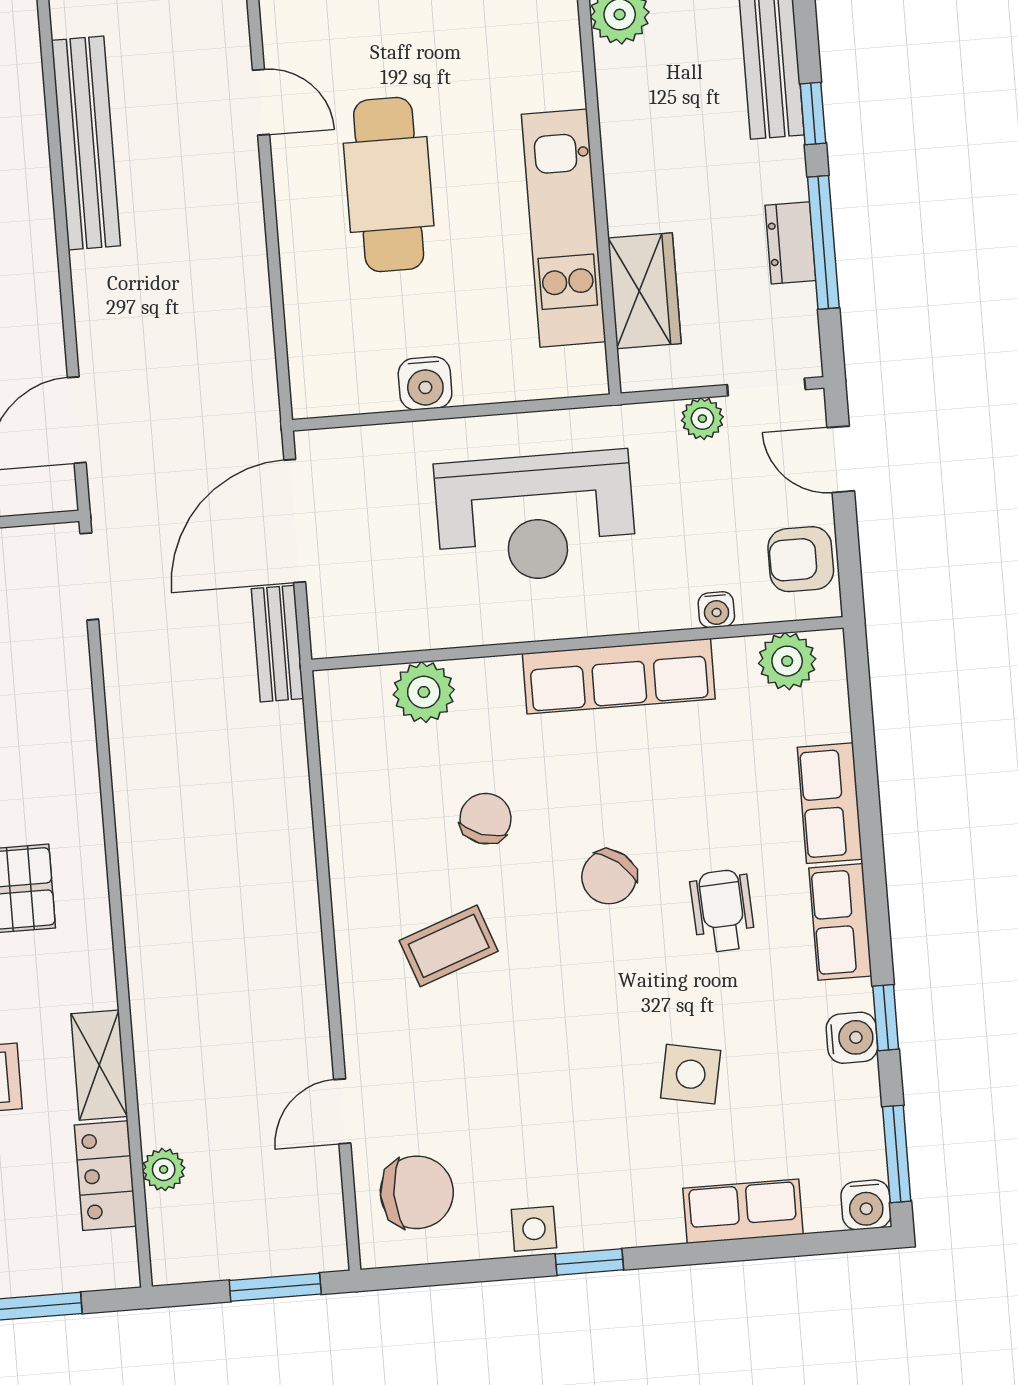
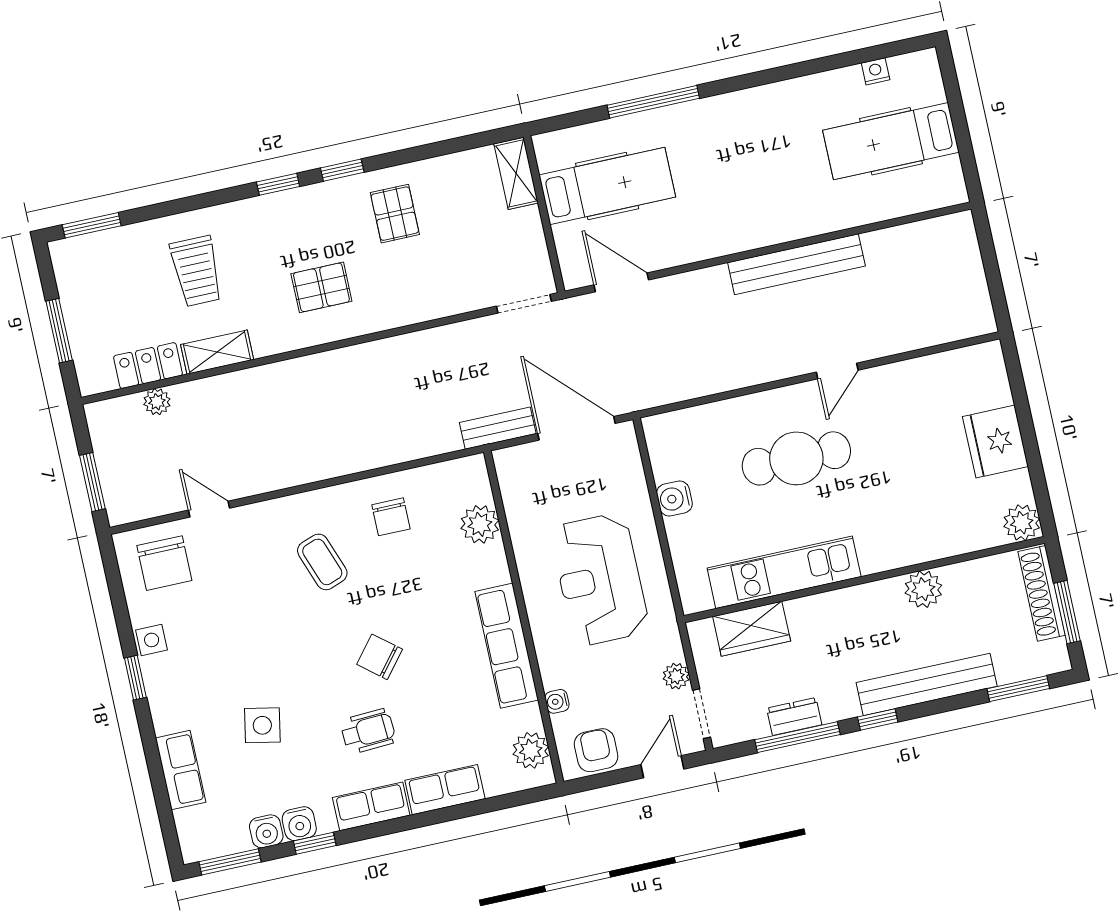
chair: (486, 819) -> (391, 517), moved, turned 71
water cooler: (866, 1205) -> (266, 831), moved, turned -90

